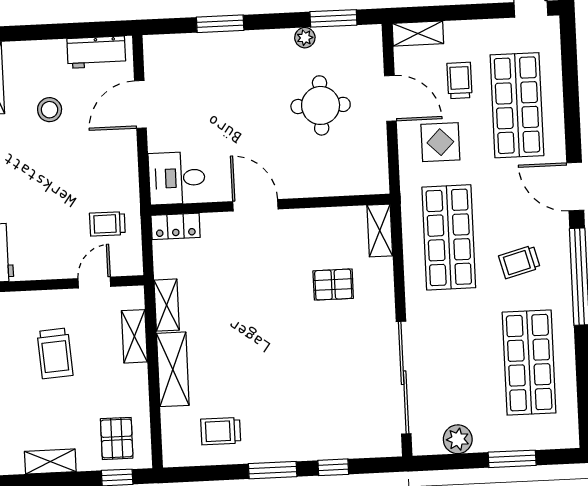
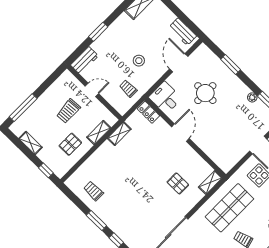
door: (140, 104) -> (179, 63), hinge flipped
round table: (321, 105) -> (205, 93), moved
stool: (50, 110) -> (139, 61), moved
door: (94, 282) -> (92, 90), moved
shelving: (173, 369) -> (100, 156), removed
pallet: (117, 438) -> (70, 144), moved

